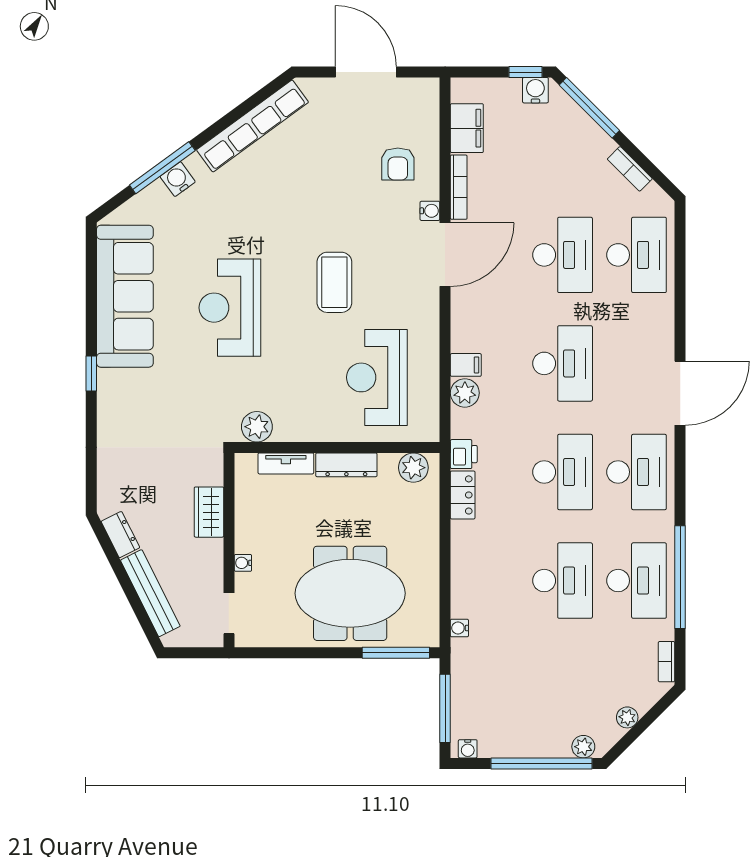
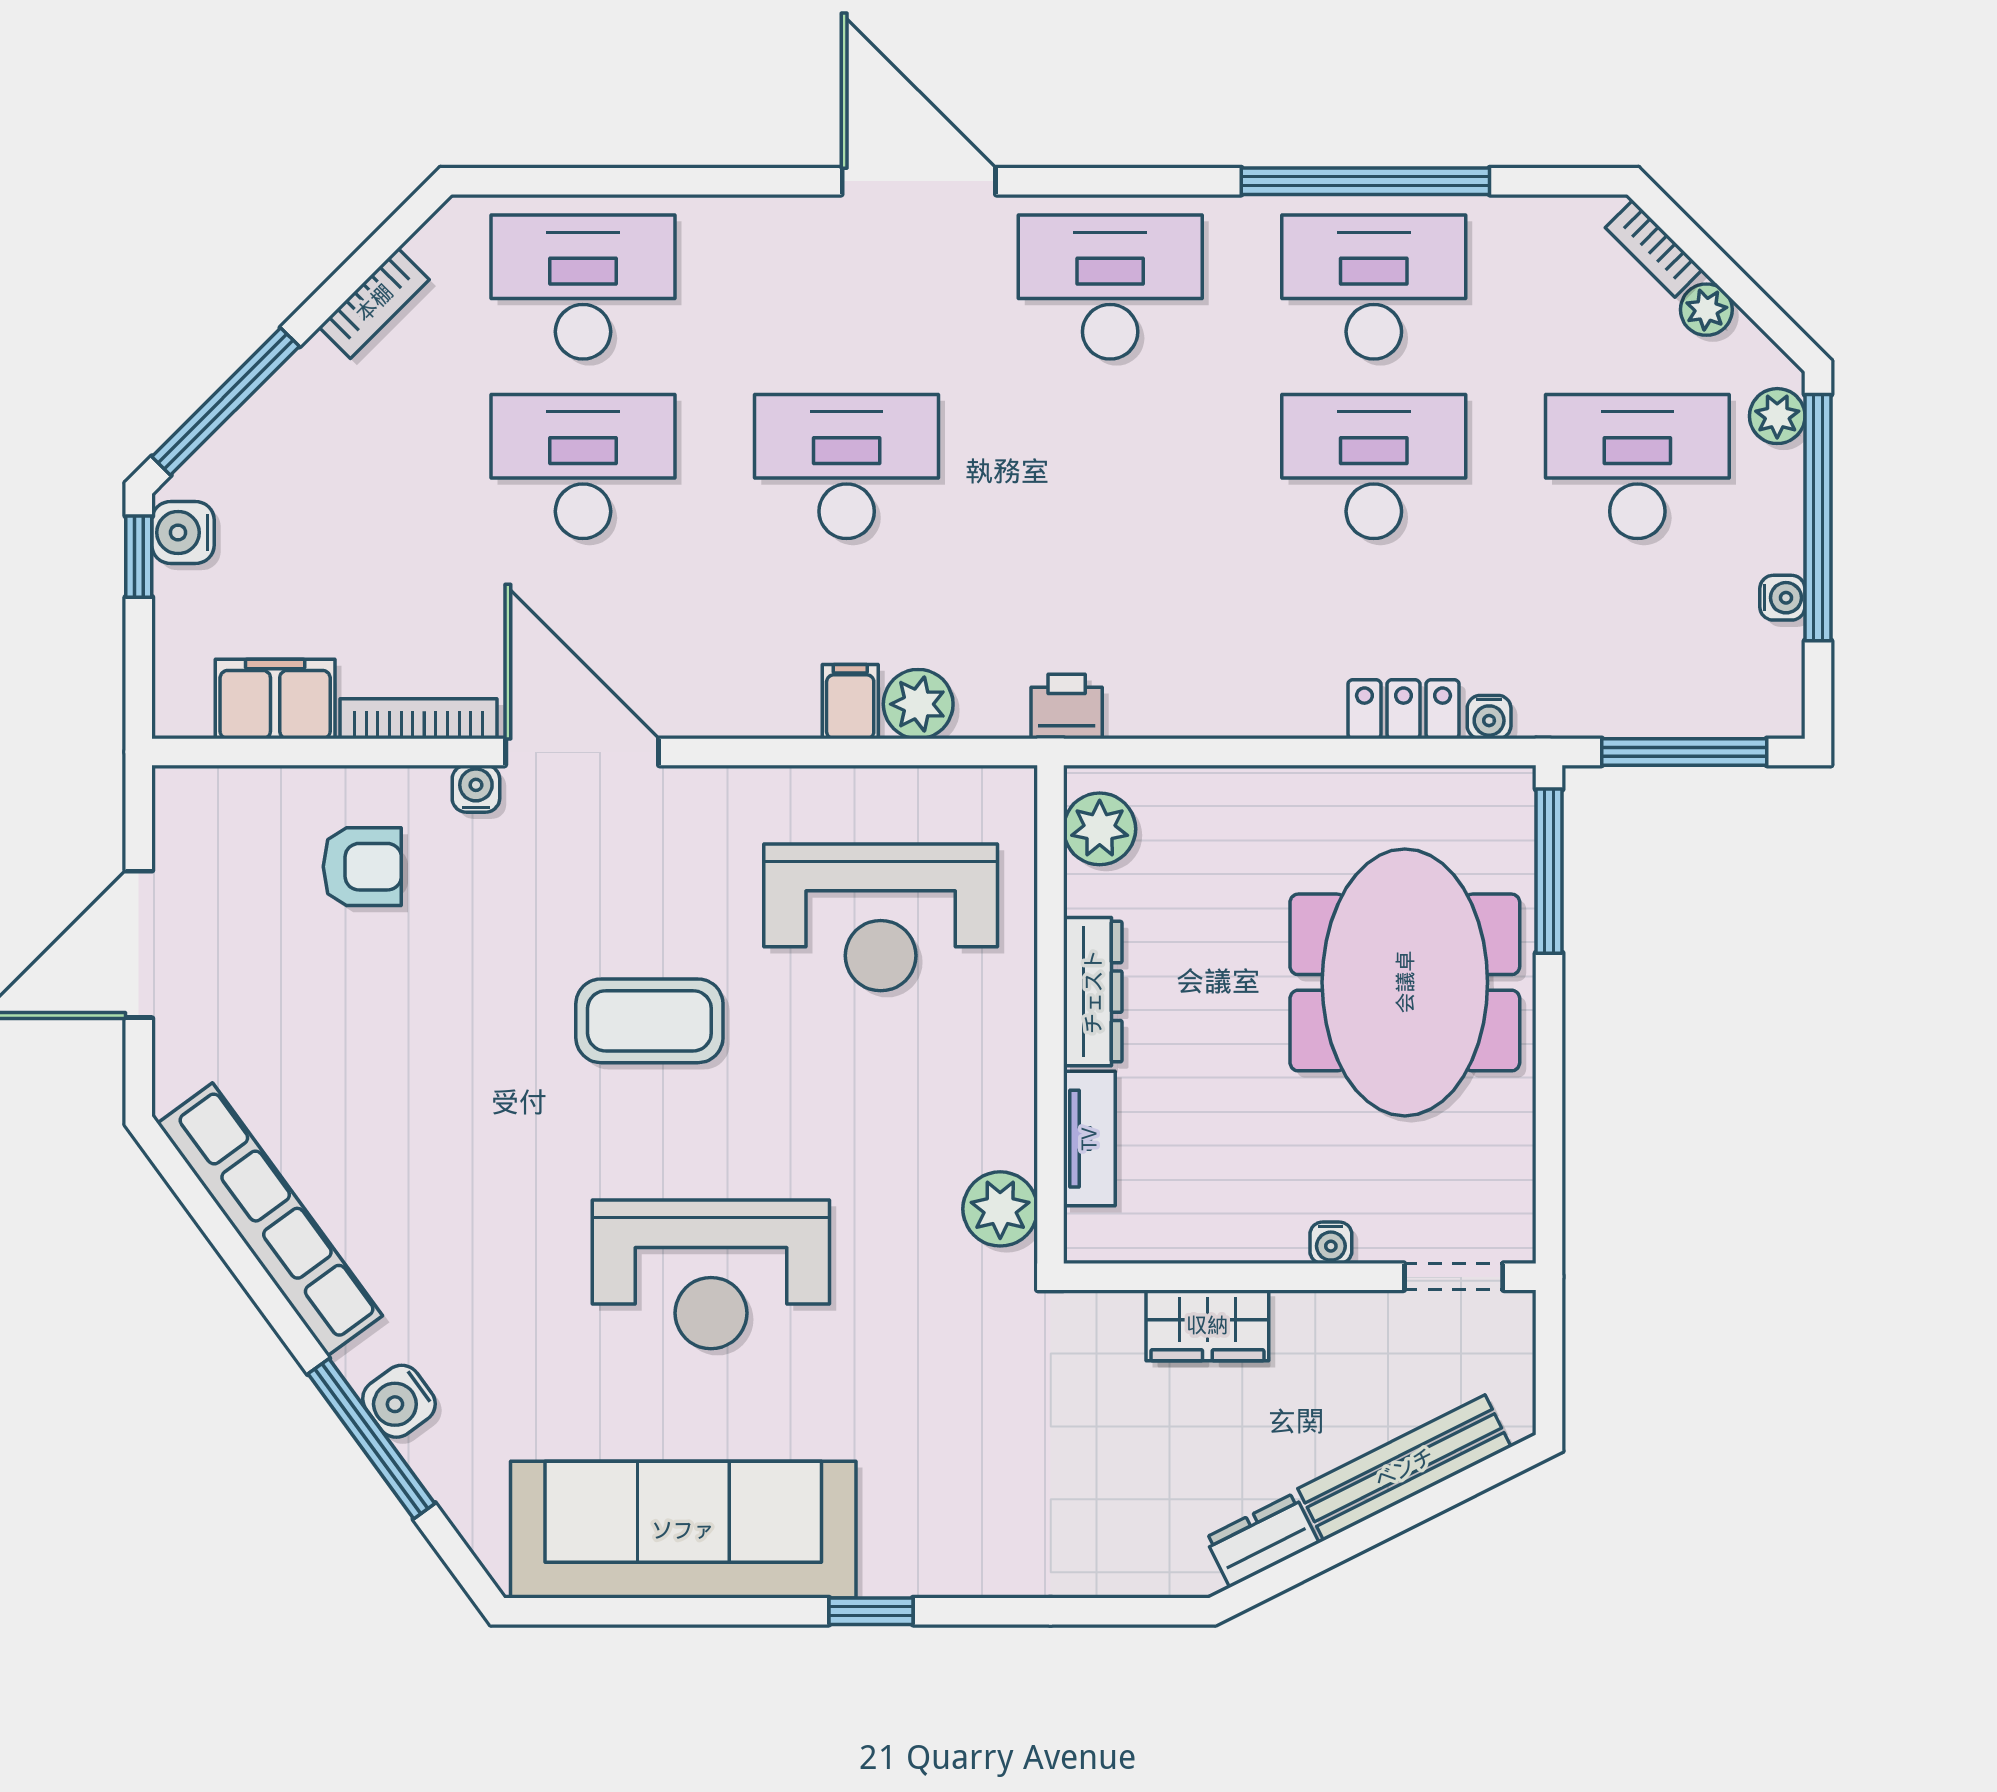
desk: (563, 472) -> (1637, 467), moved
locker: (463, 495) -> (1403, 709), moved
bookcase: (667, 662) -> (1654, 249), moved, turned 45
water cooler: (468, 749) -> (1782, 598), moved

